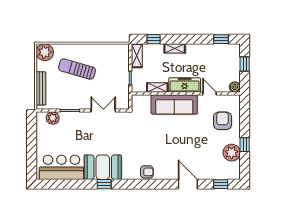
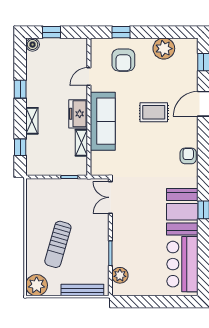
window: (221, 39) -> (20, 89), moved
shelving: (137, 56) -> (41, 169), removed
freezer: (185, 85) -> (78, 114), width x0.71
boiler: (235, 87) -> (33, 45), moved
double door: (103, 110) -> (110, 197), moved
armchair: (222, 121) -> (123, 60), turned -90
rug: (181, 145) -> (154, 112), added
window: (245, 145) -> (121, 32), moved

